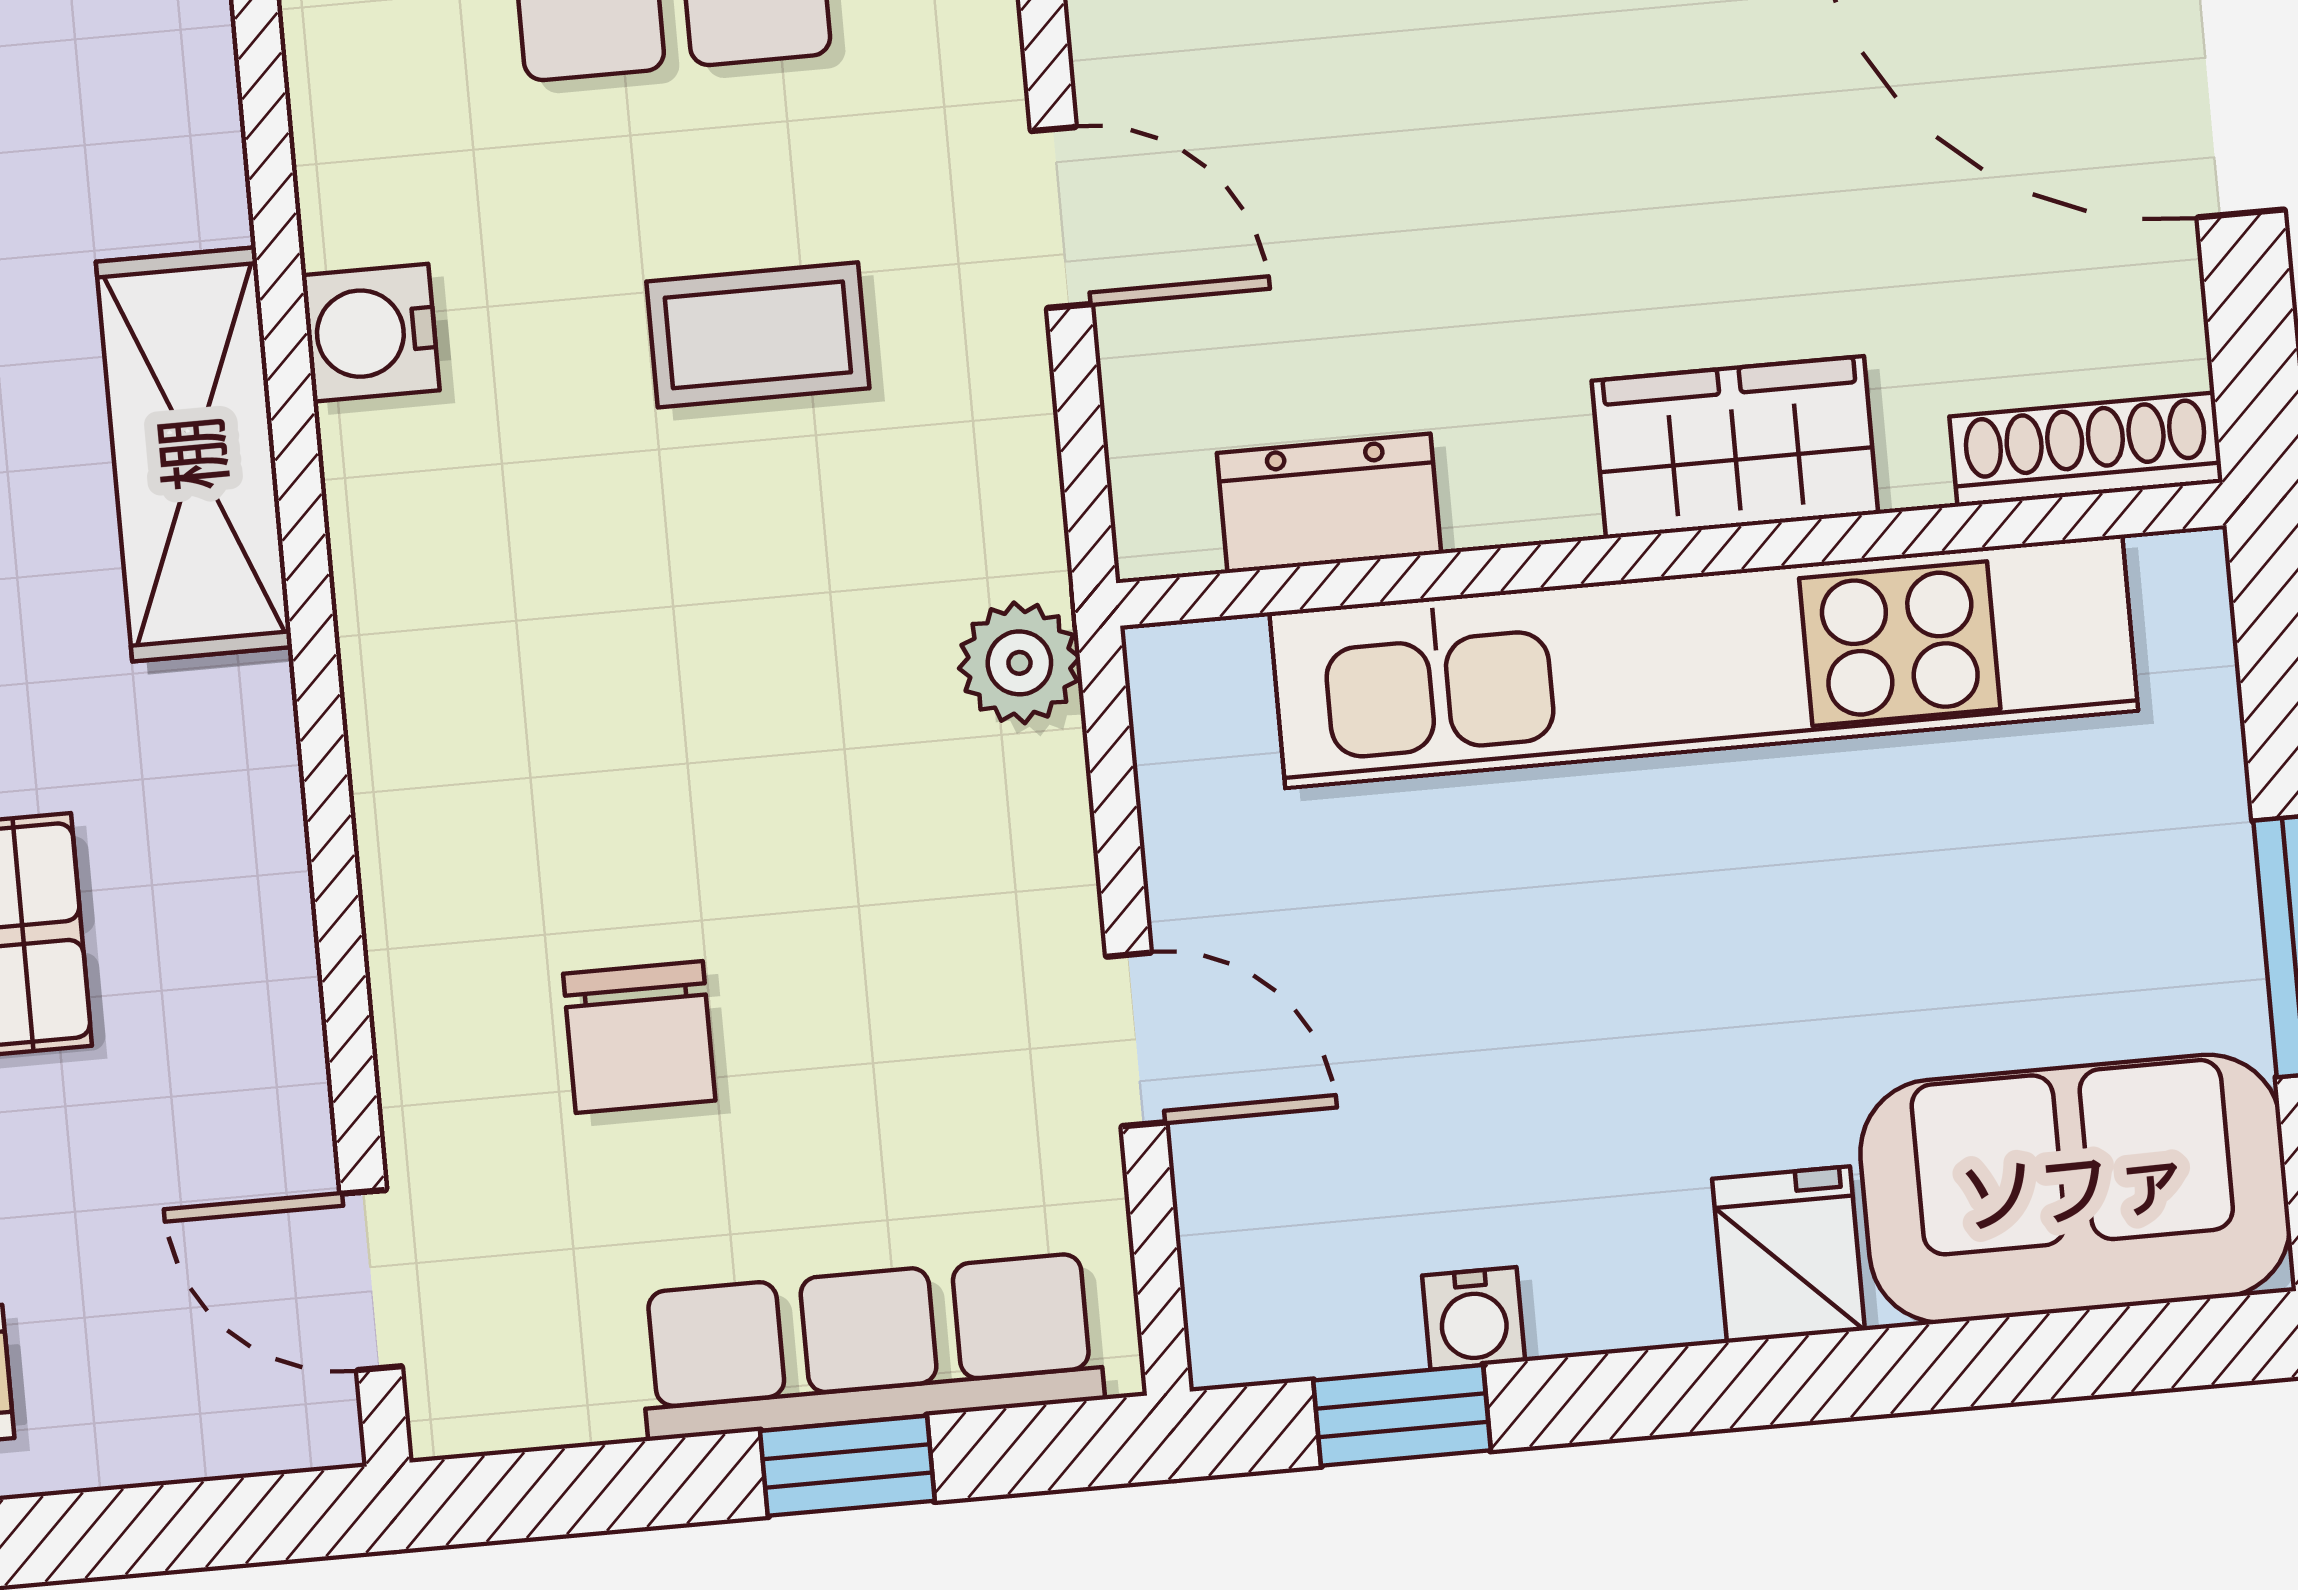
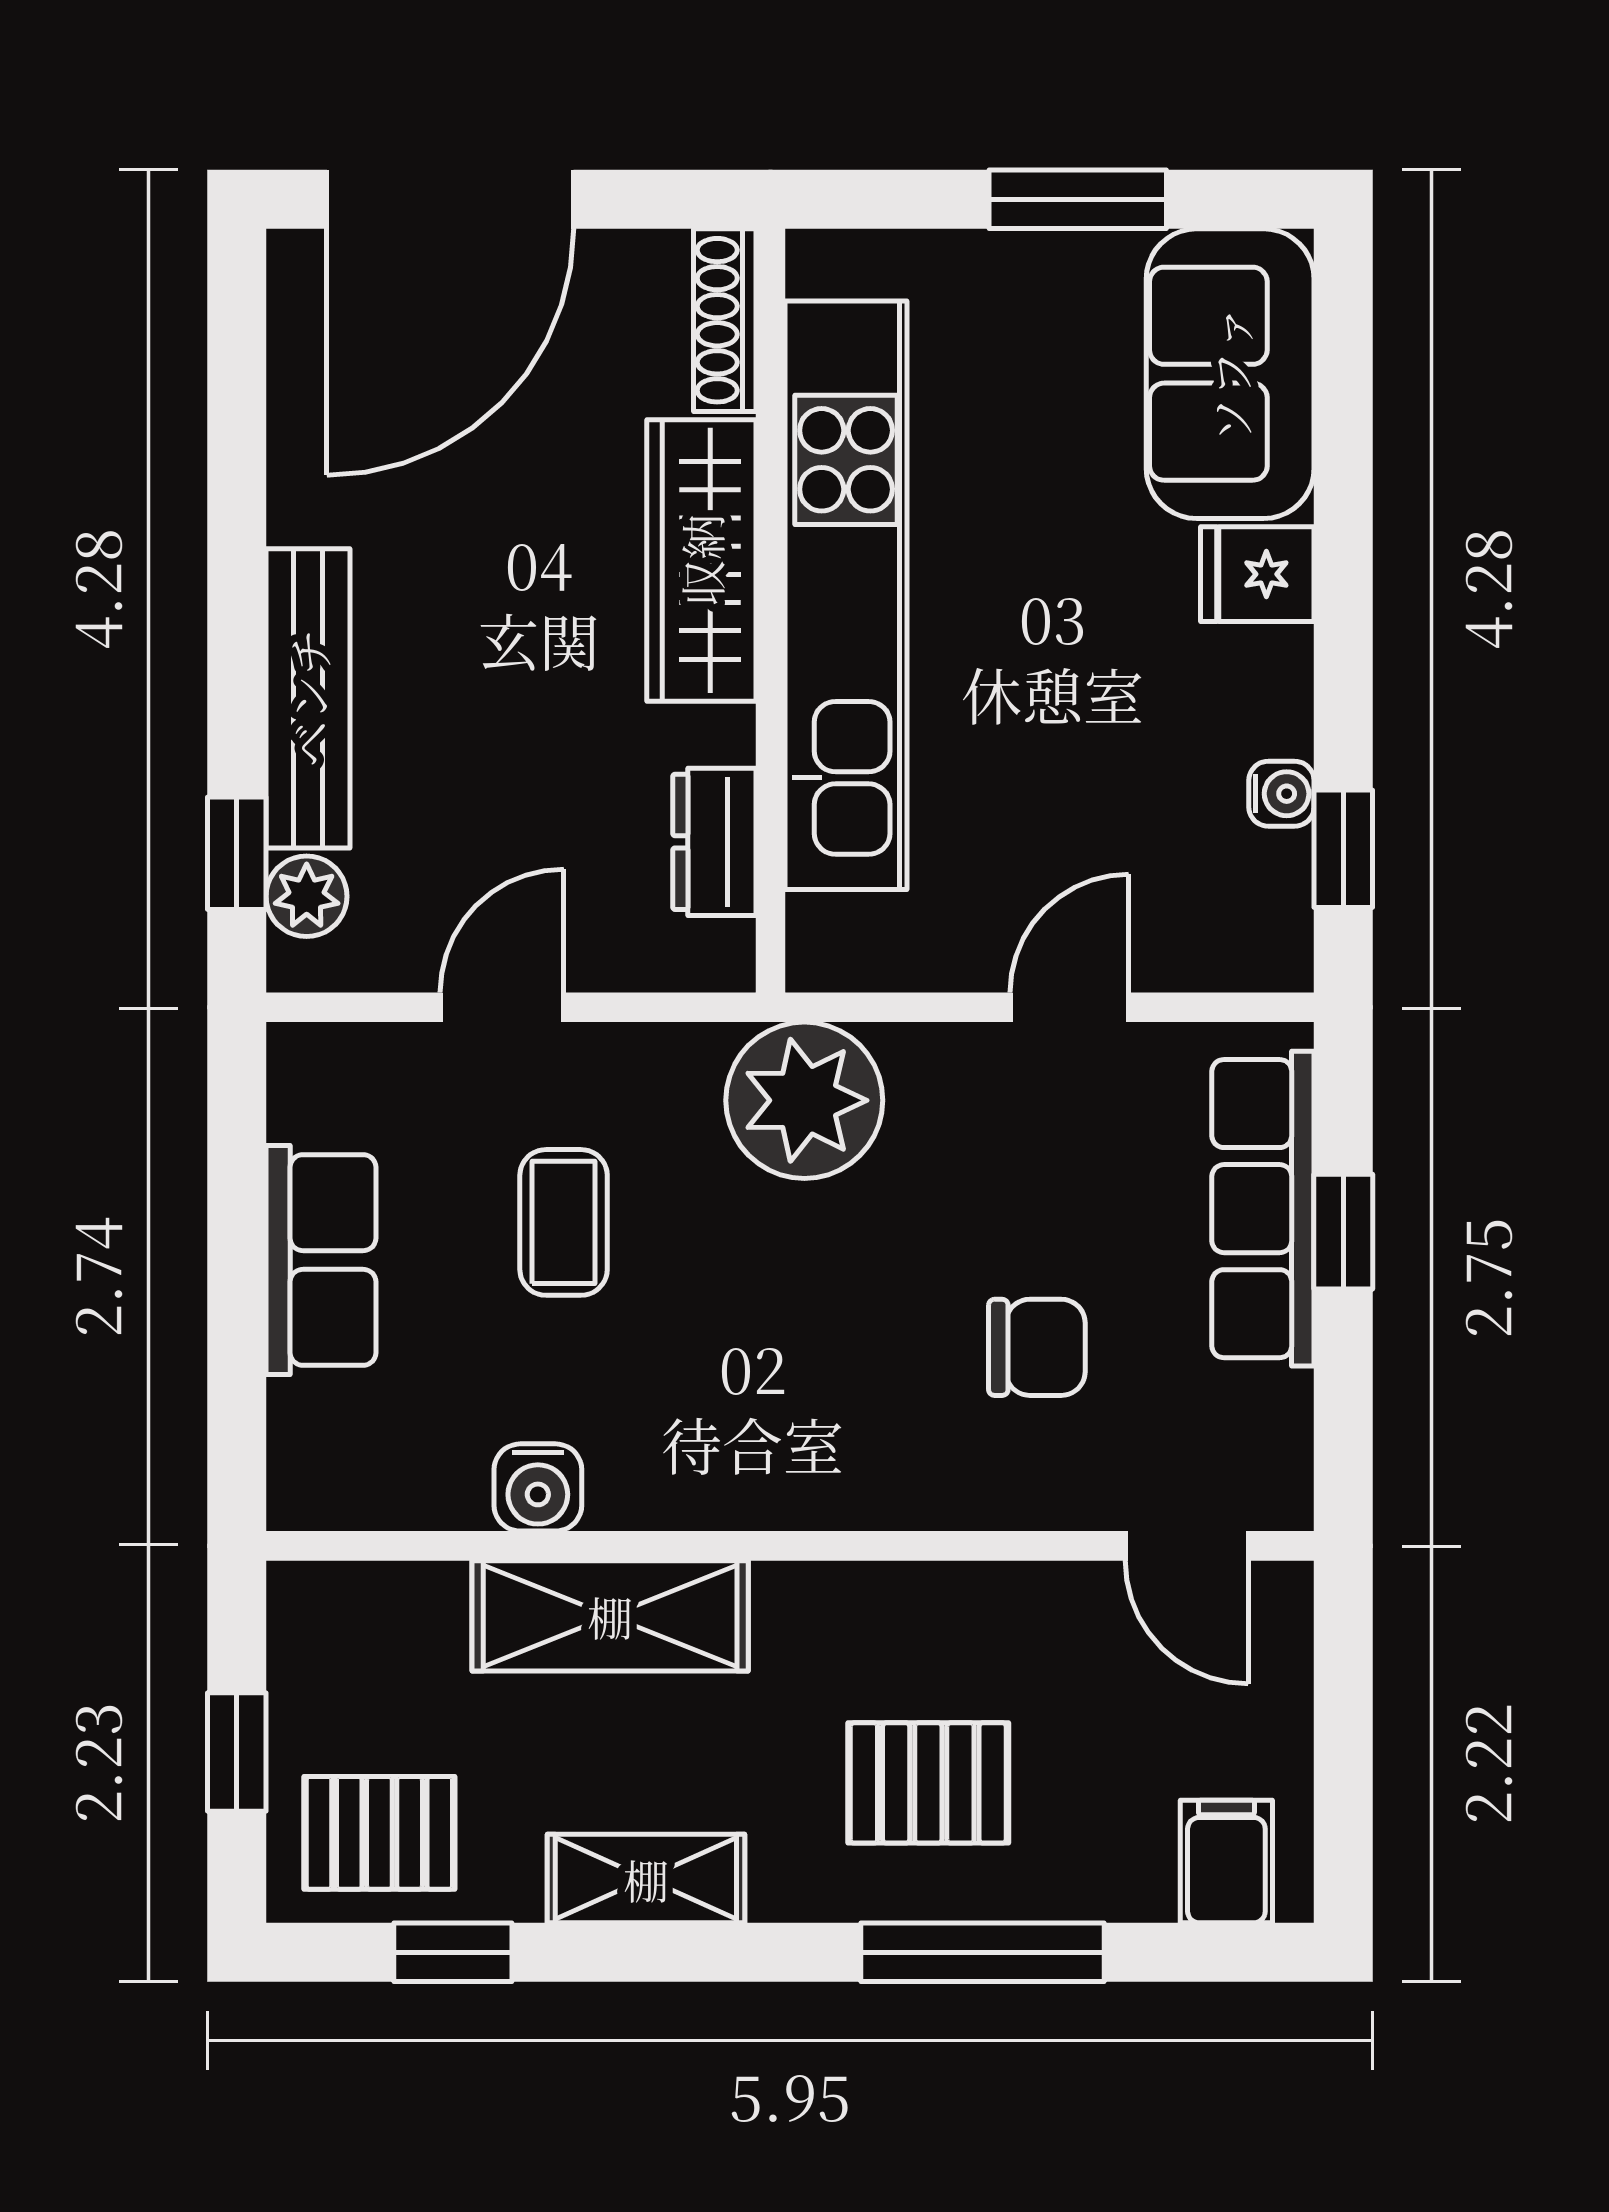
wardrobe: (1735, 447) -> (701, 560), width x1.50
plant: (1019, 663) -> (804, 1100), width x1.87, depth x1.87
door: (371, 1280) -> (1187, 1546), hinge flipped

